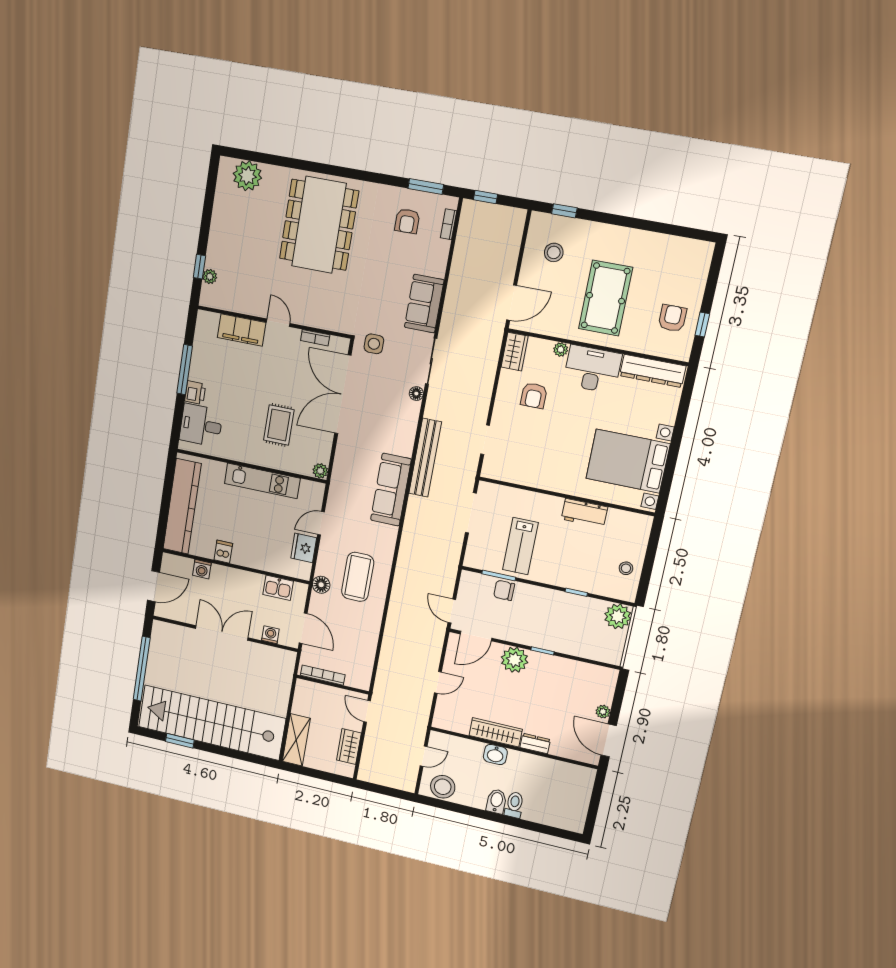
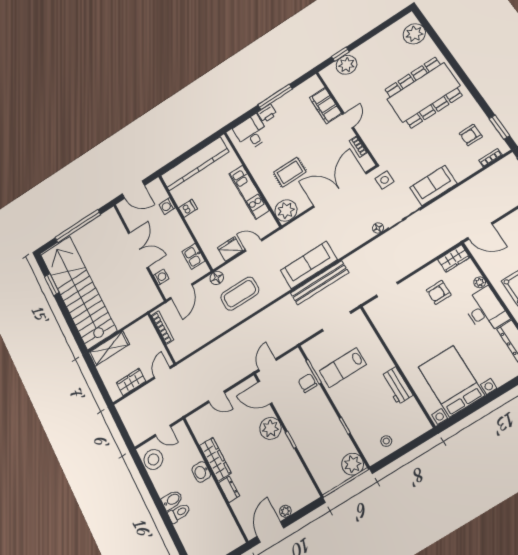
plant: (210, 277) -> (346, 65), width x1.88, depth x1.88
bench: (425, 458) -> (320, 283), moved
plant: (320, 471) -> (286, 210), width x1.87, depth x1.87

